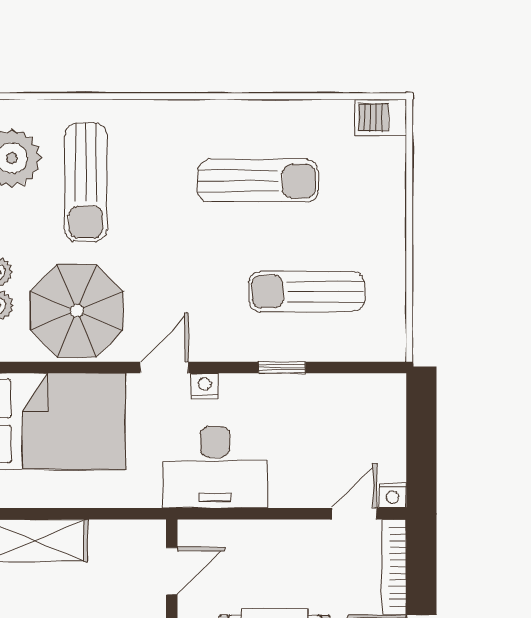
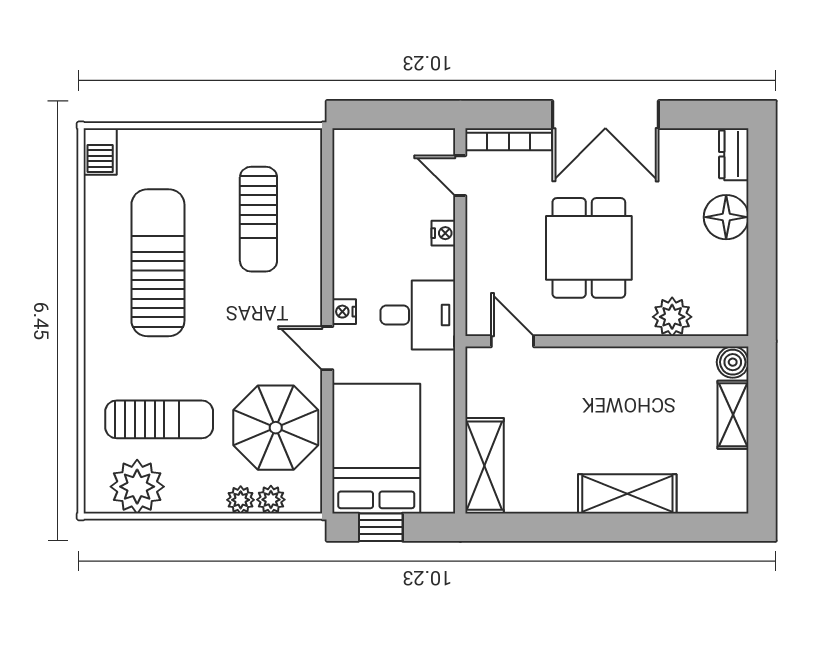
sun lounger: (258, 181) -> (158, 263), width x1.36, depth x1.34
window: (282, 367) -> (327, 241), removed
desk: (215, 467) -> (418, 315), width x0.73
nightstand: (393, 495) -> (443, 233), moved

